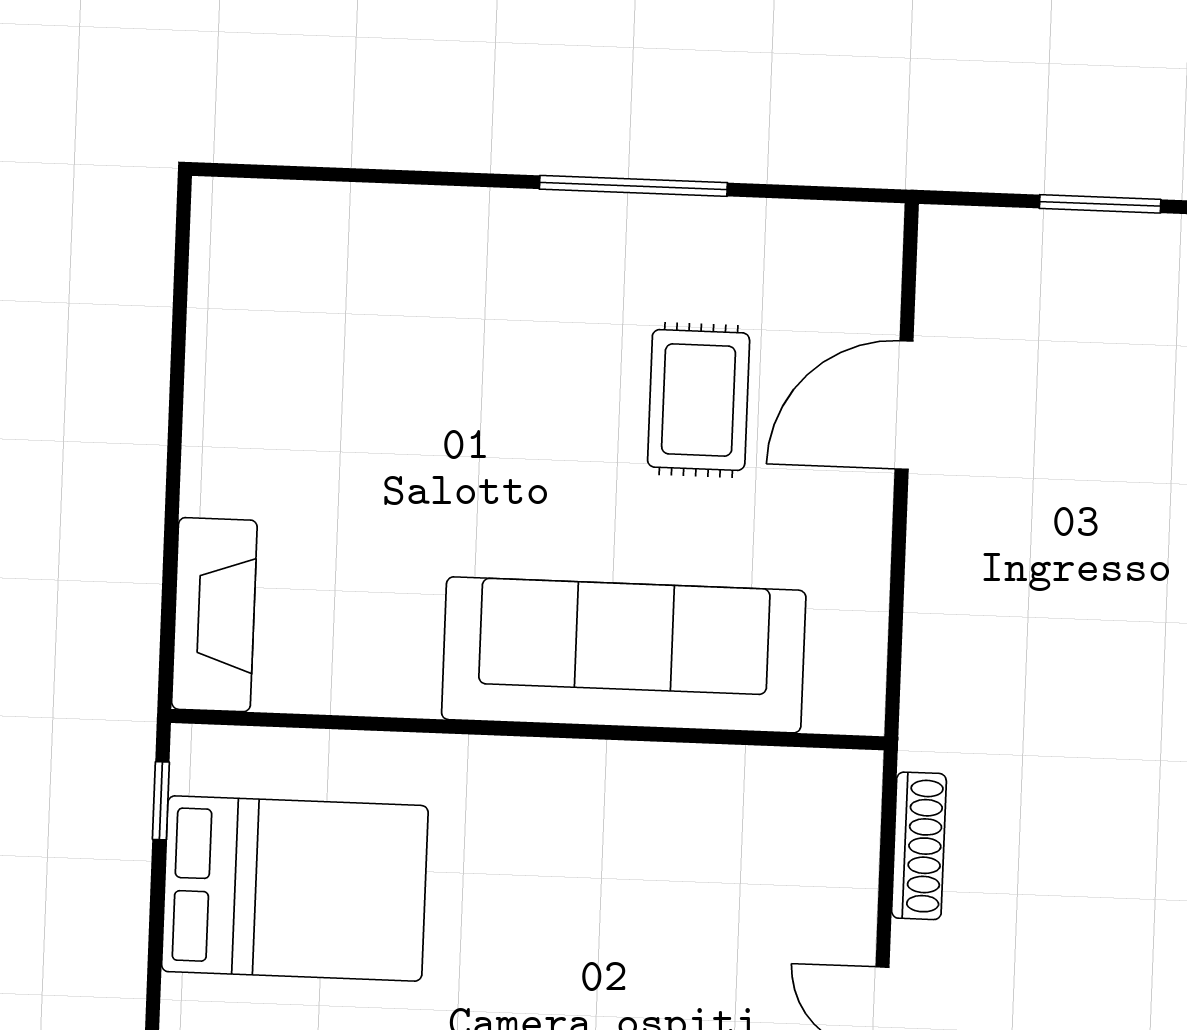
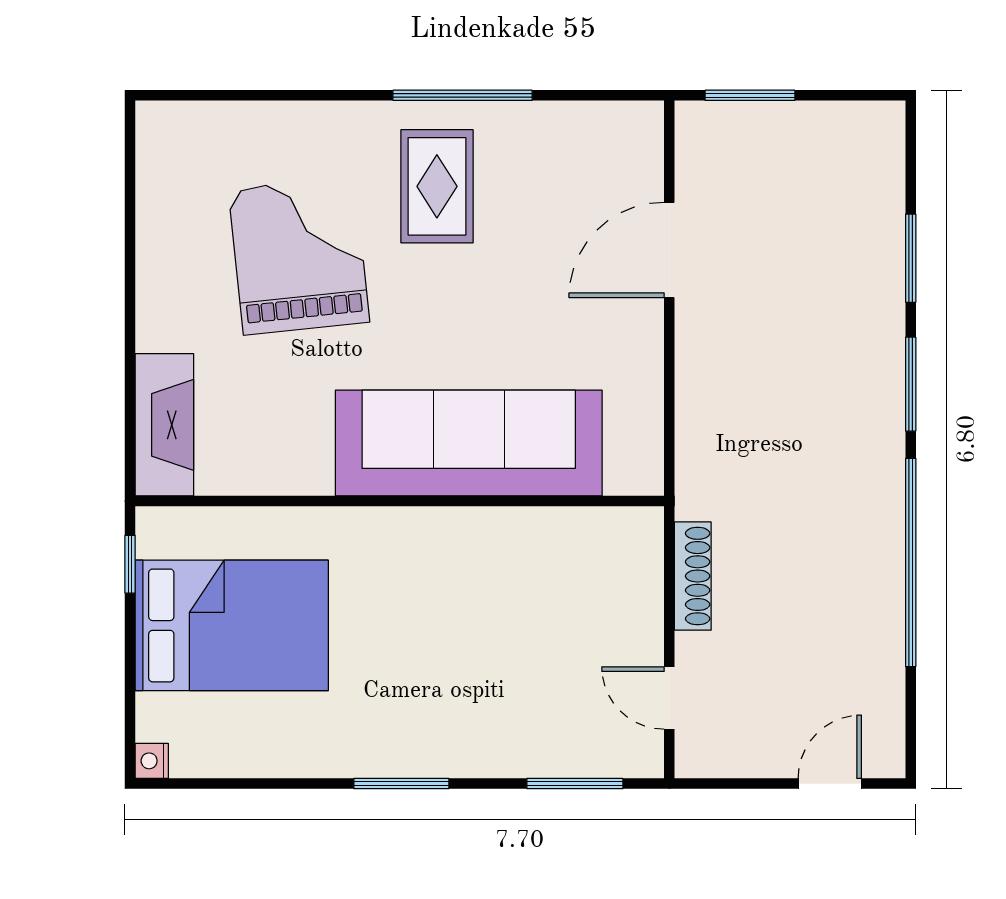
window: (1100, 204) -> (750, 95), moved
grand piano: (404, 394) -> (299, 256), added
rug: (699, 400) -> (437, 186), moved

